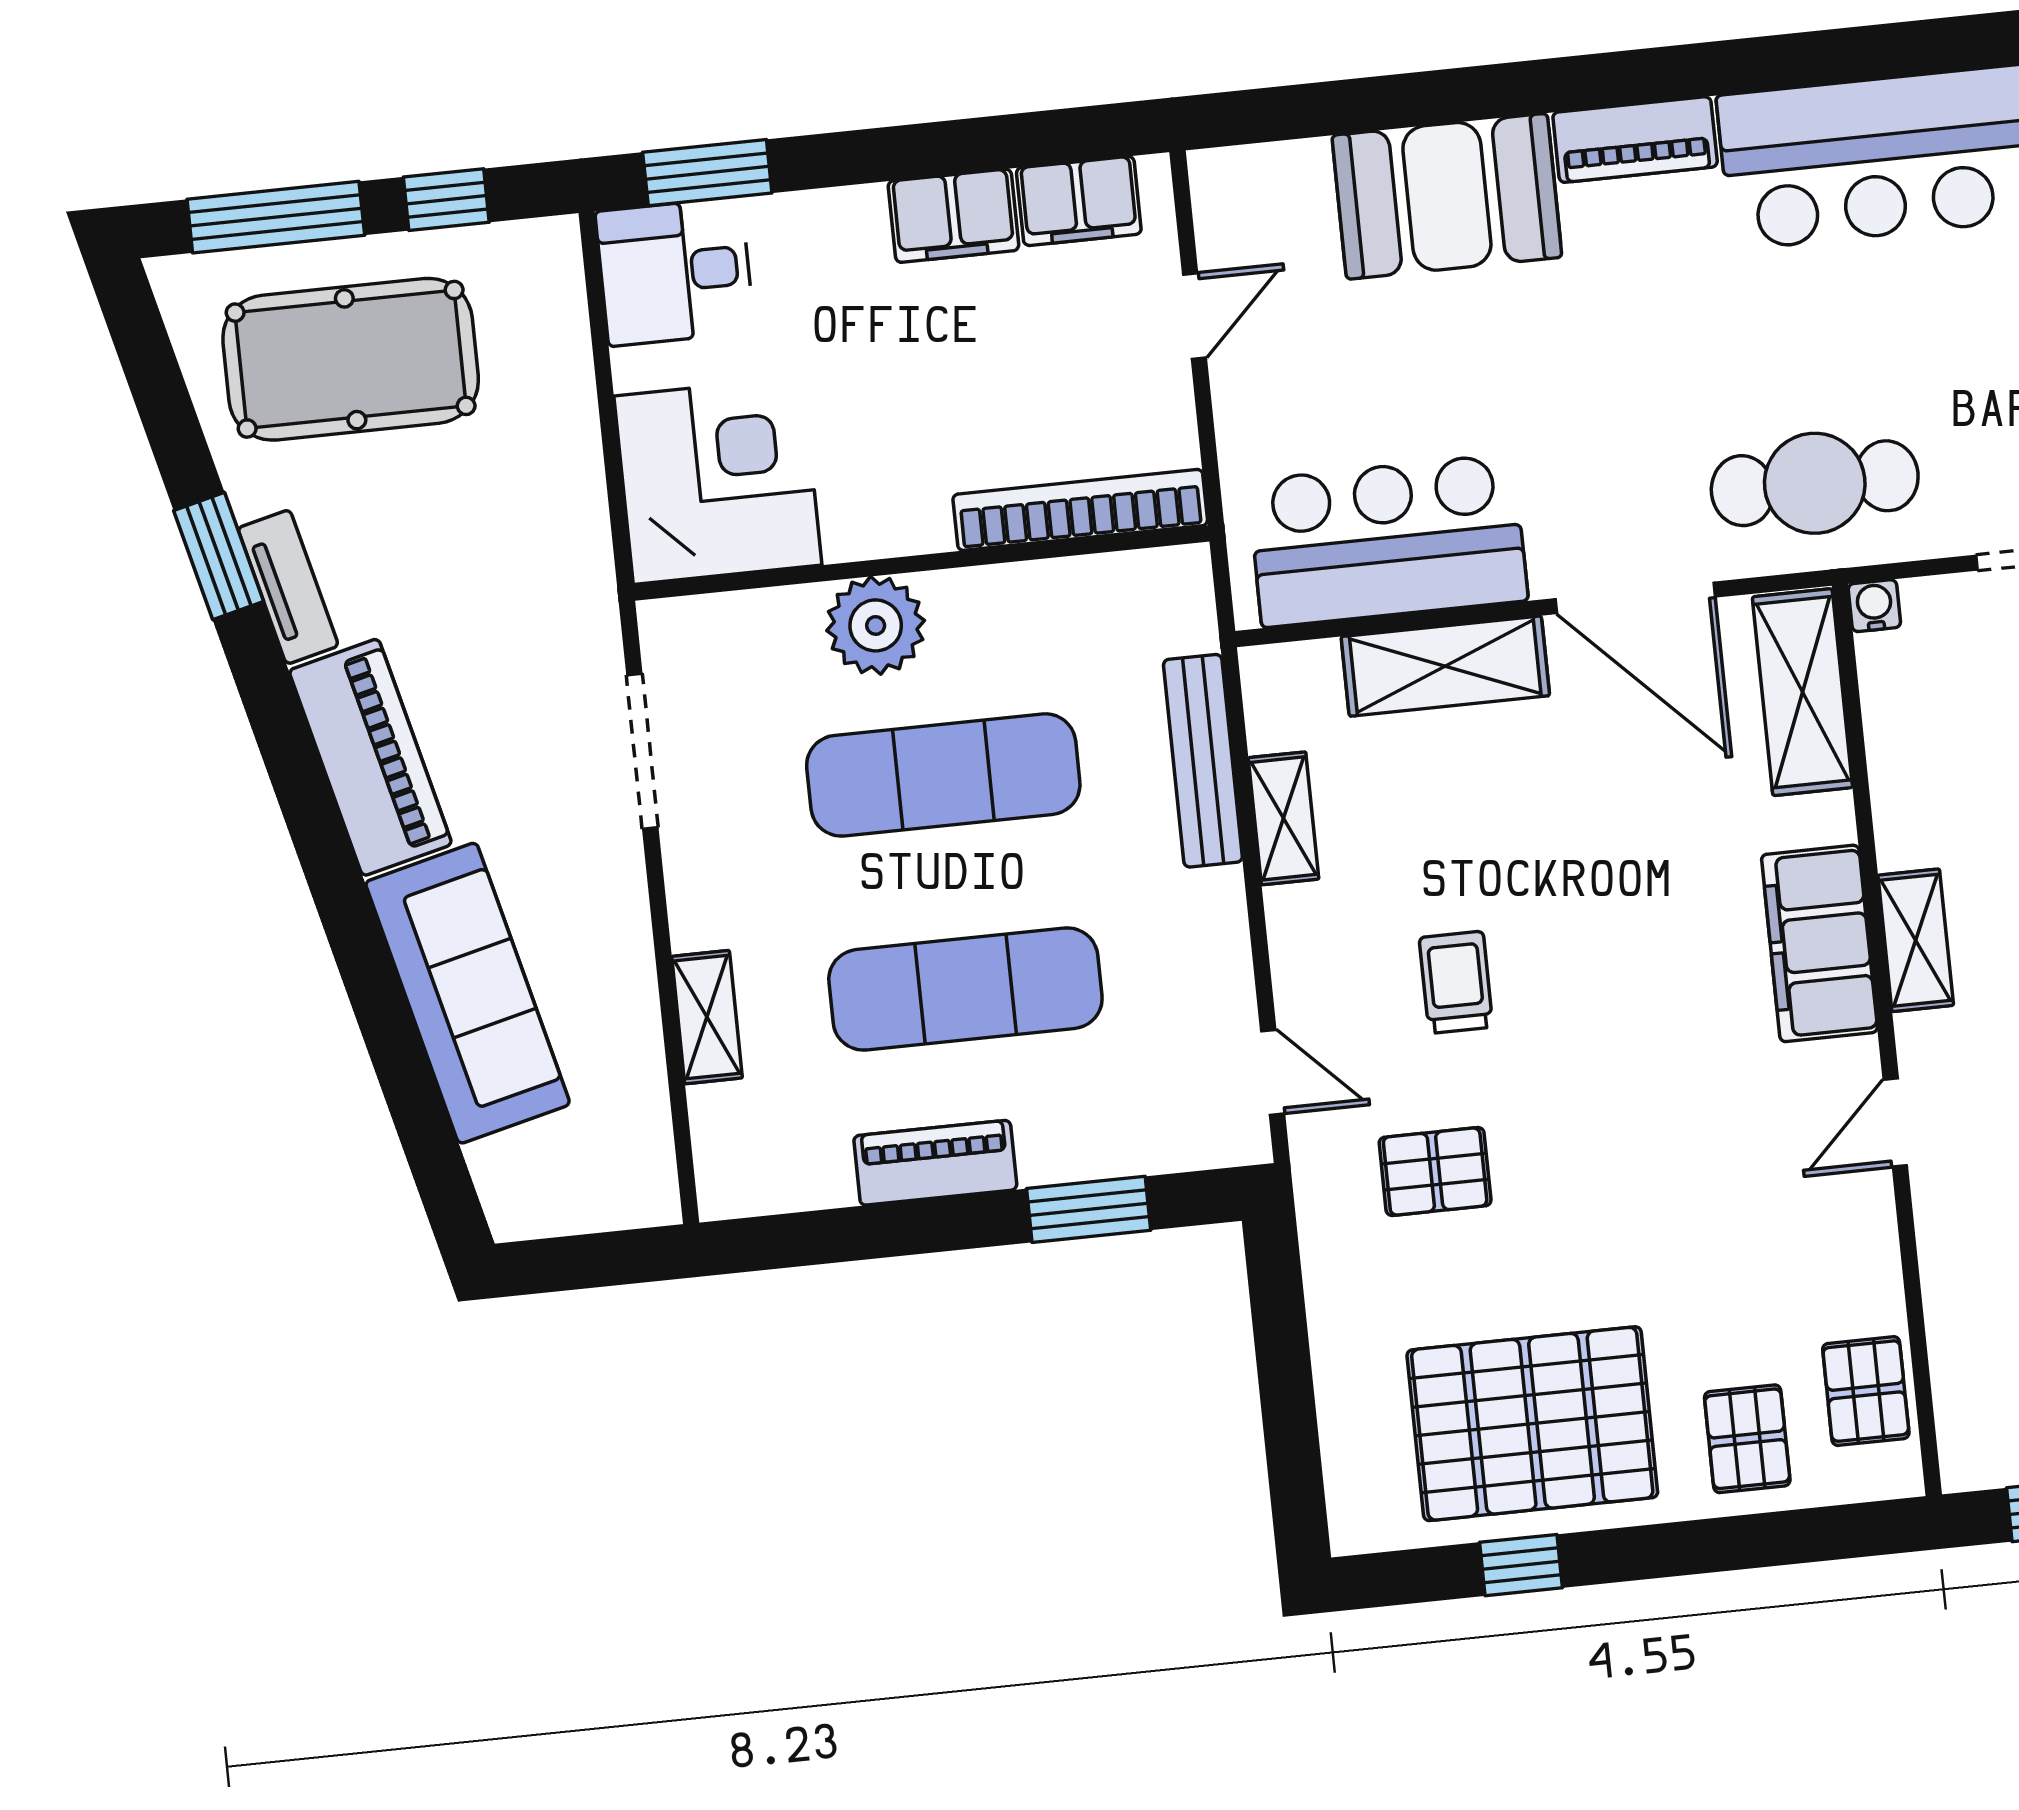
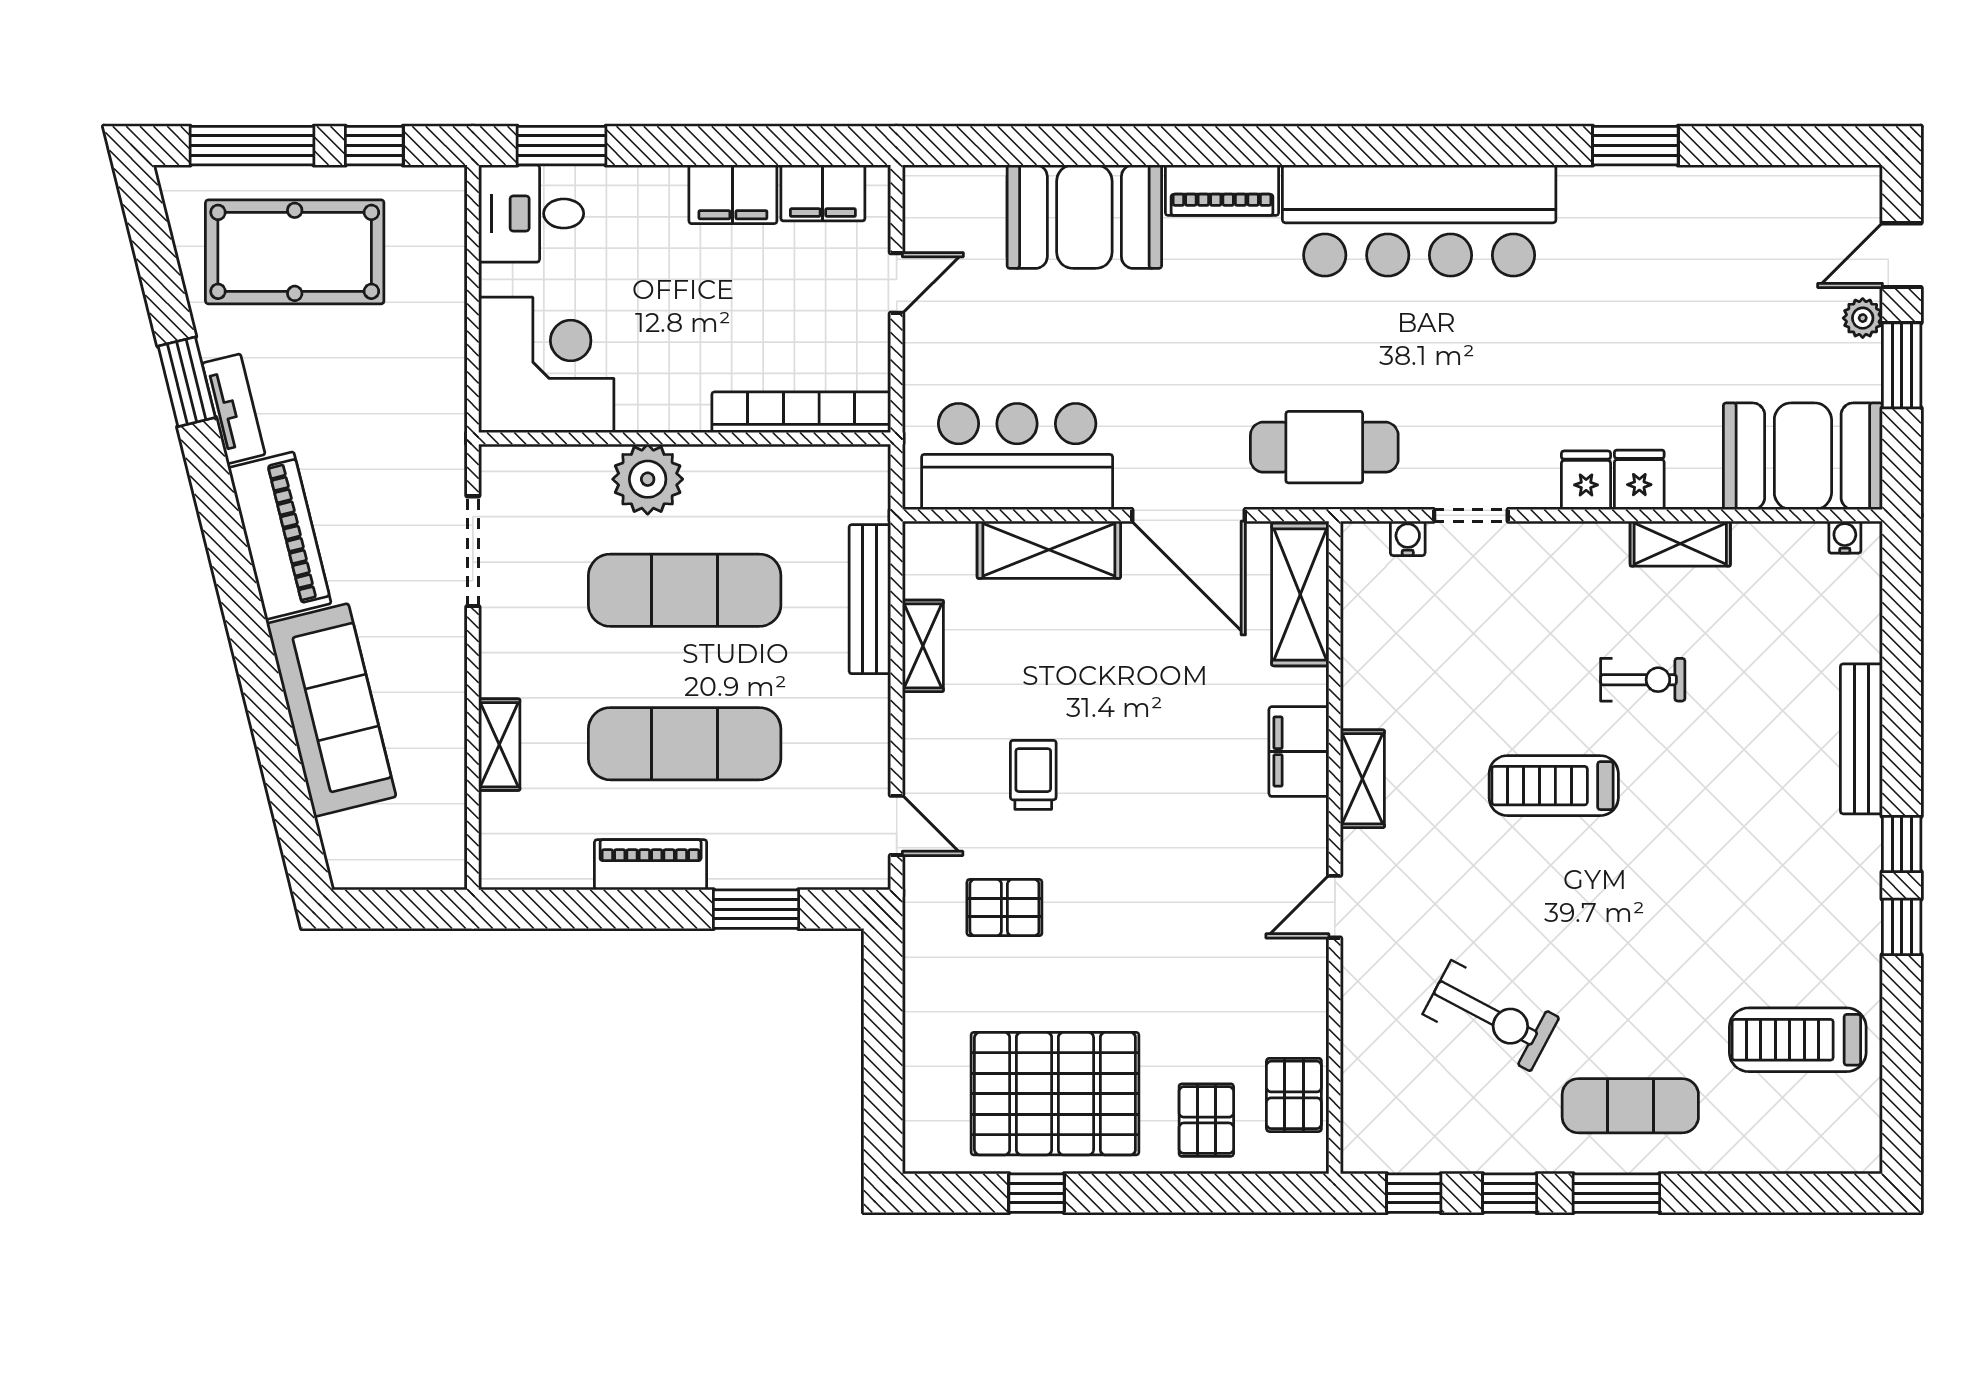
water cooler: (1874, 606) -> (1408, 538), moved
filing cabinet: (1819, 943) -> (1299, 752), width x0.67, depth x0.86

